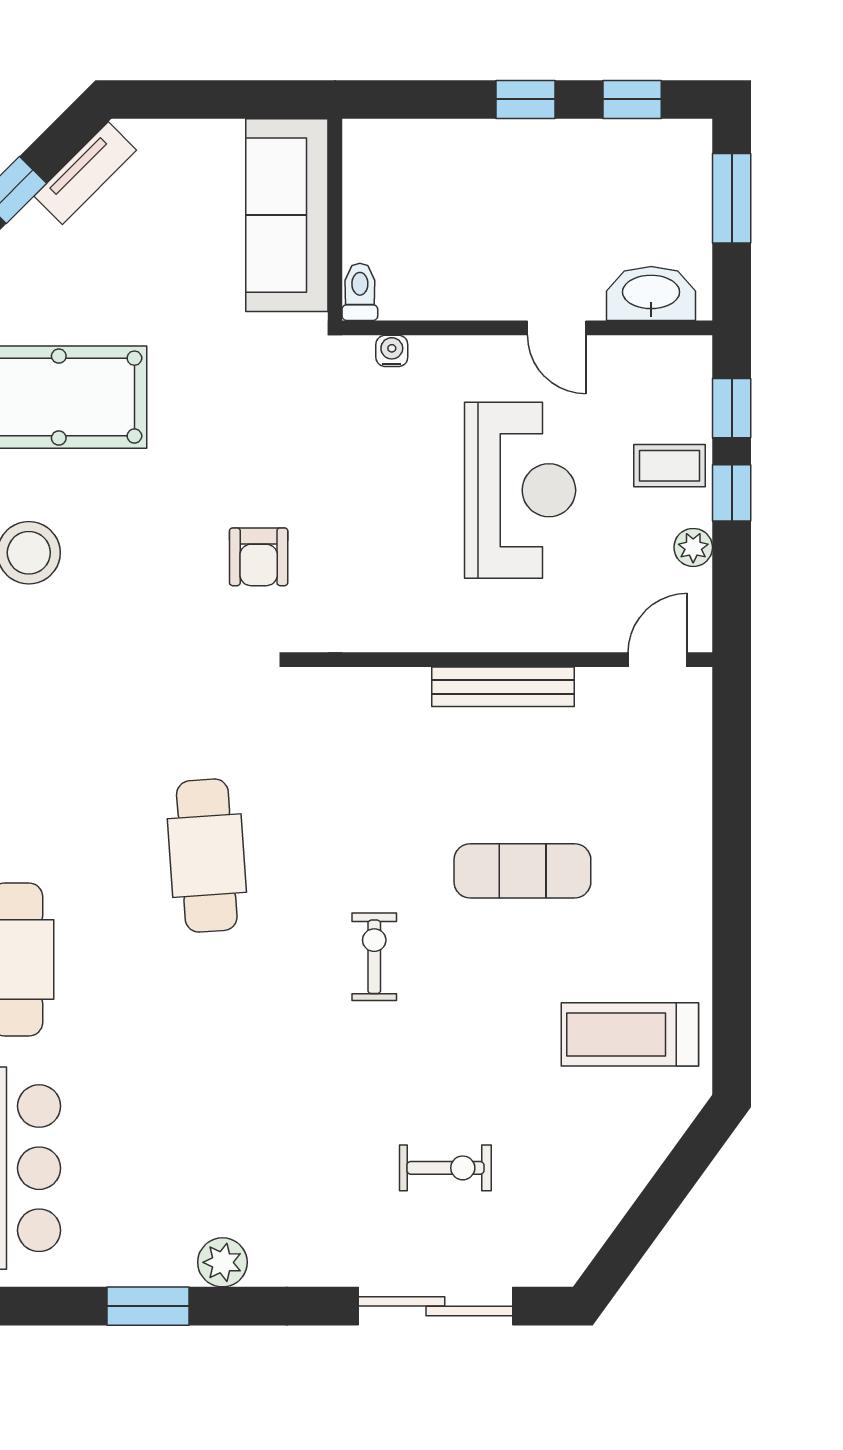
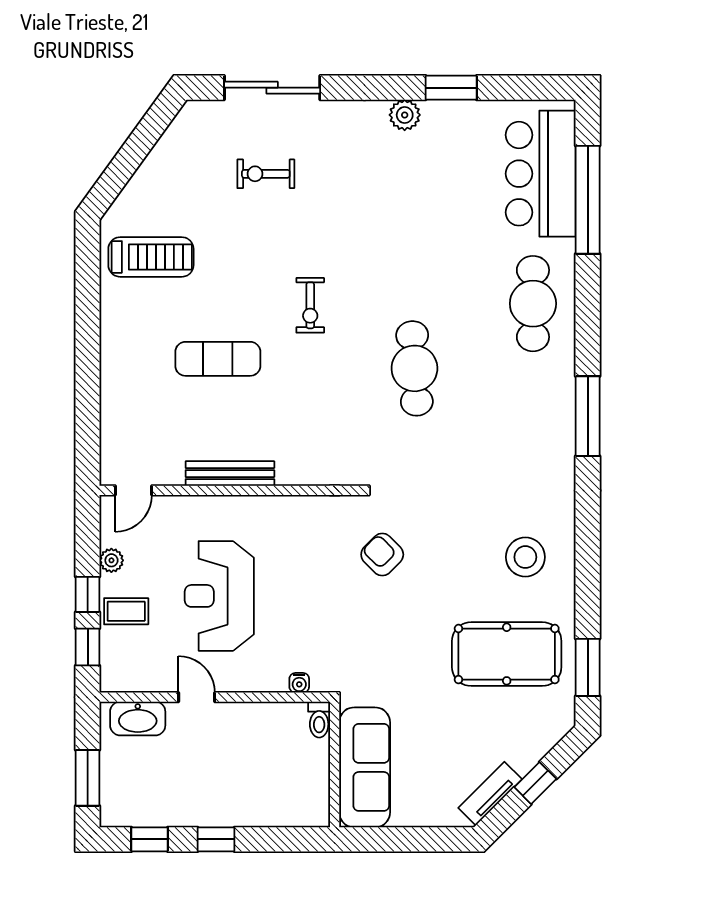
armchair: (259, 557) -> (382, 555), turned -45

